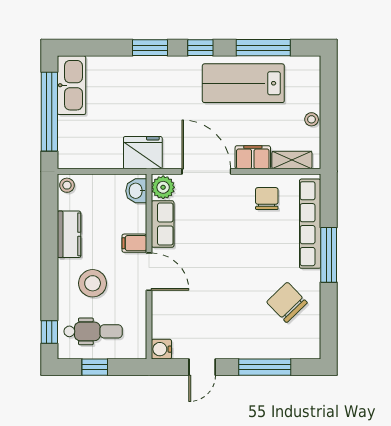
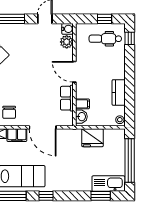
window: (150, 48) -> (101, 196), moved
kitchen sink: (71, 85) -> (108, 184), moved, turned 90
fridge: (143, 153) -> (92, 138), moved
plant: (163, 187) -> (67, 42), moved
filing cabinet: (134, 243) -> (83, 104), moved
stool: (93, 283) -> (106, 65), removed

